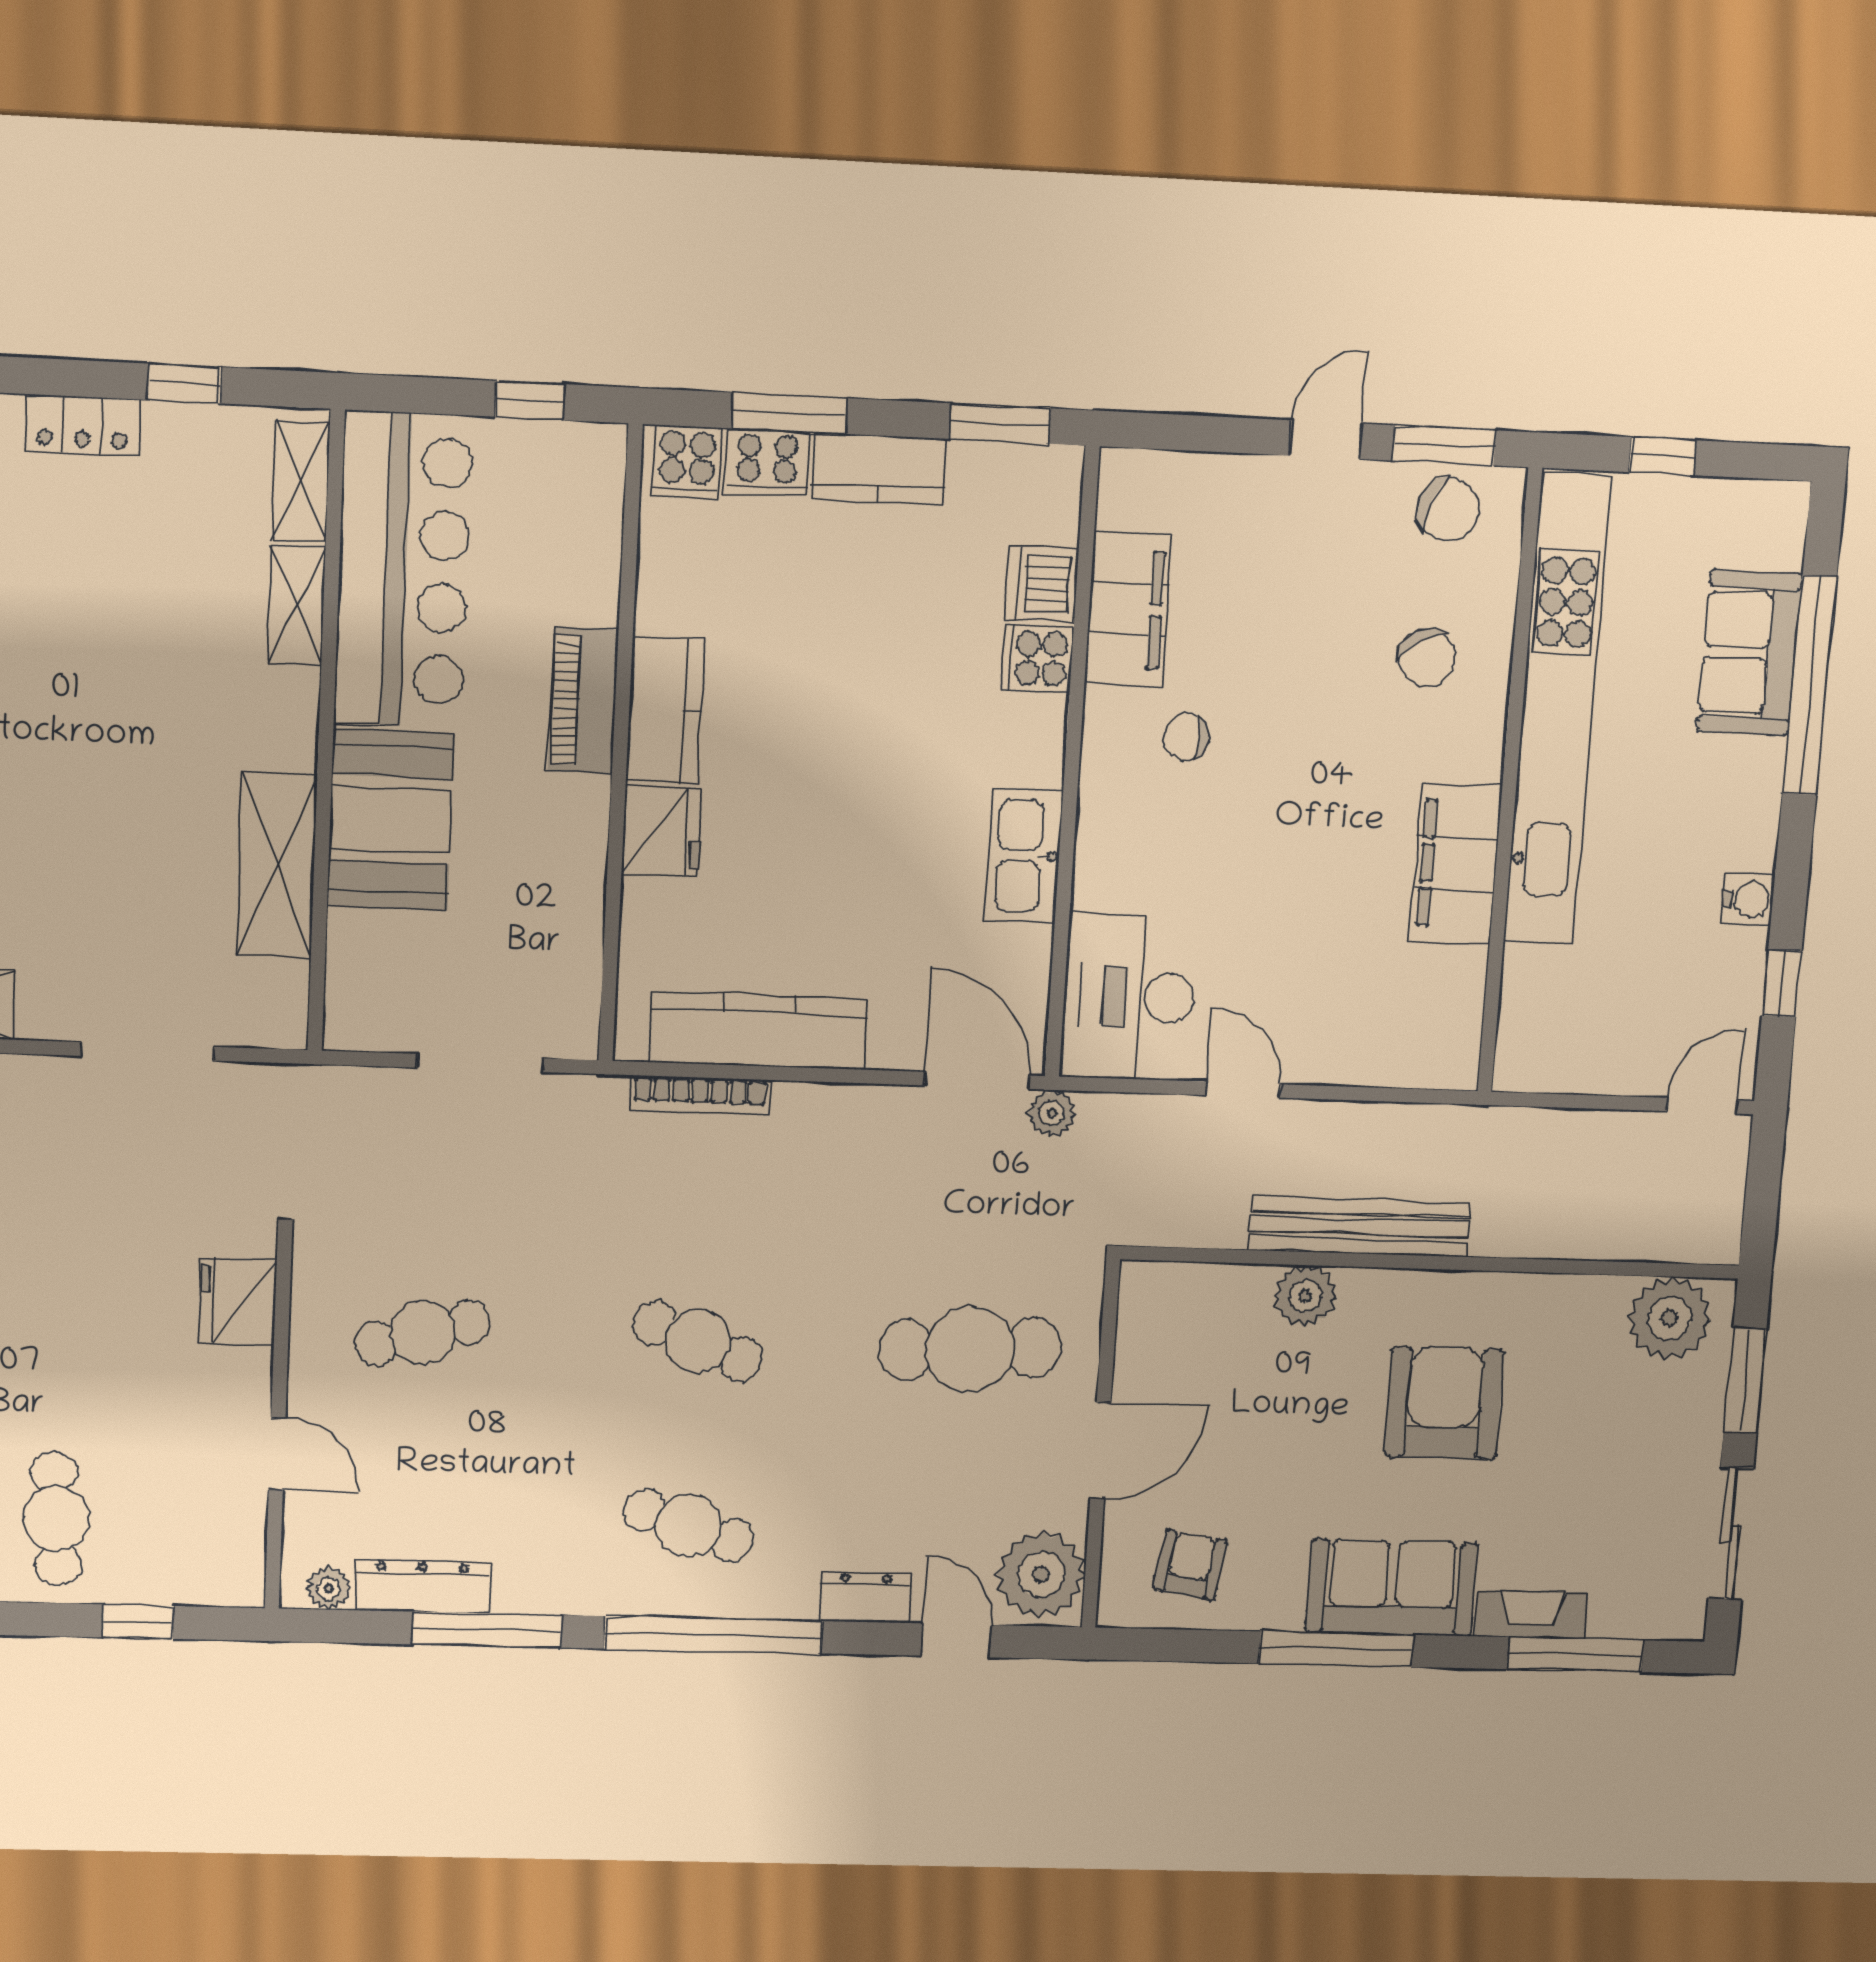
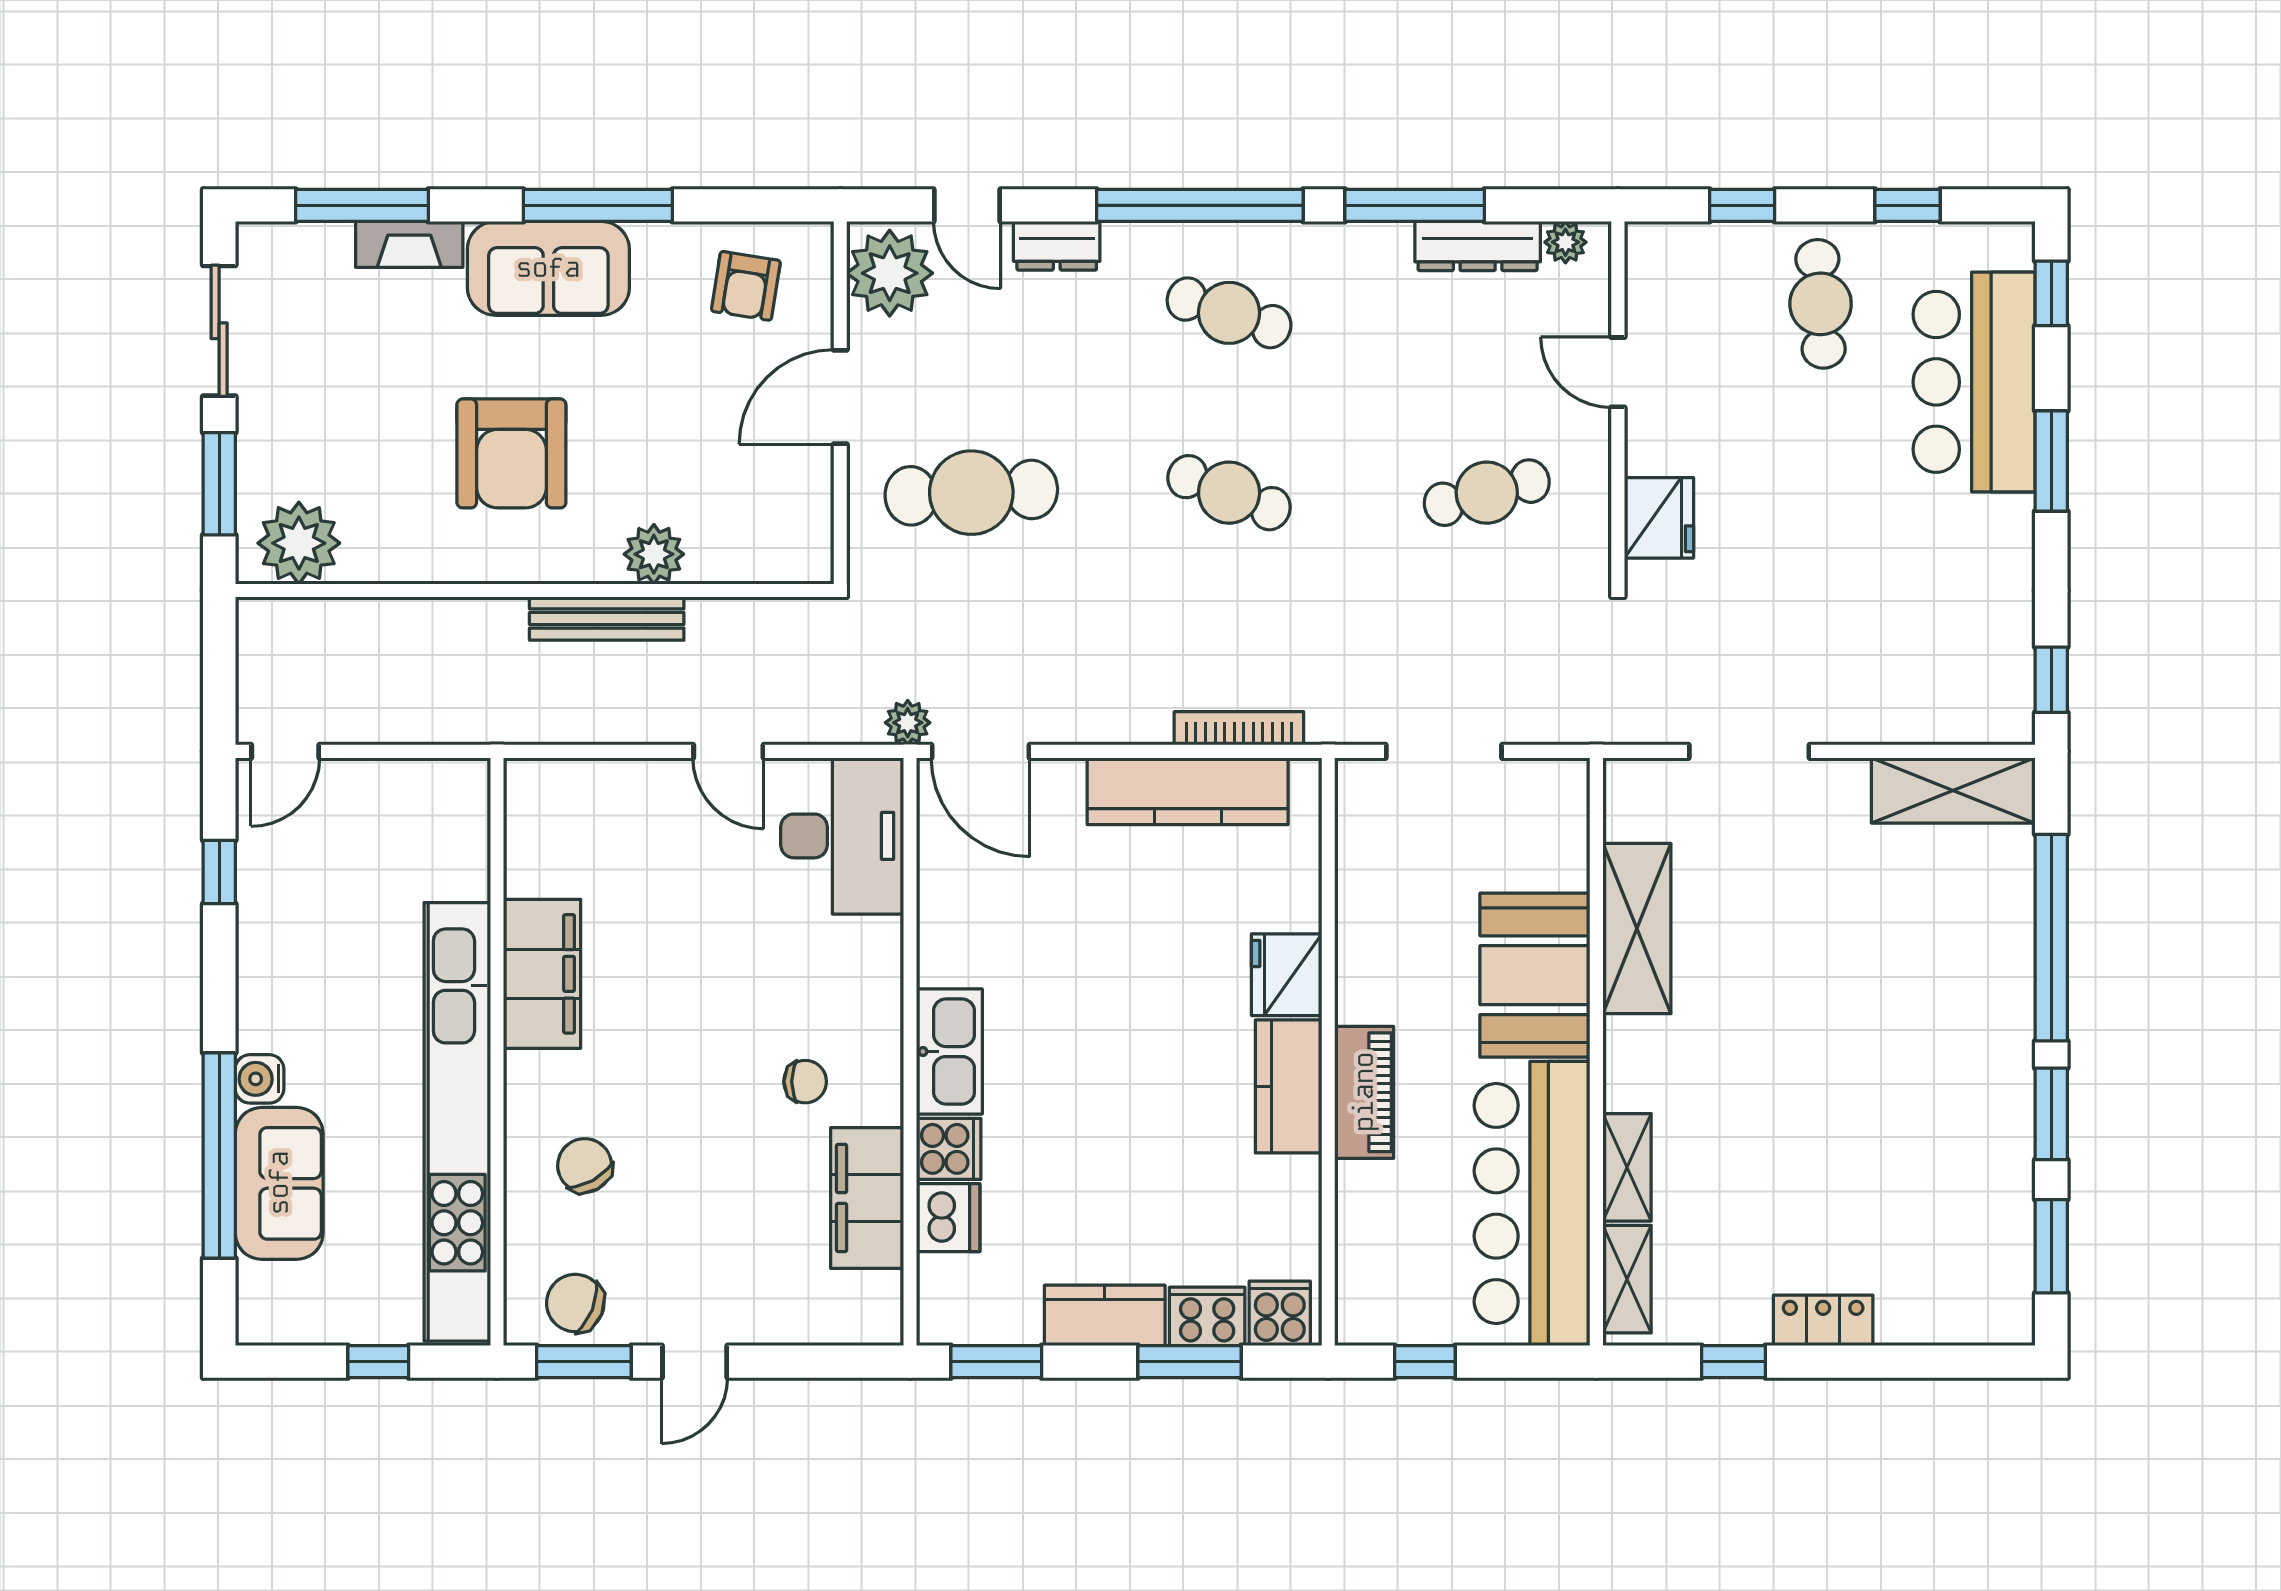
kitchen sink: (1024, 855) -> (949, 1052), moved
water cooler: (1748, 900) -> (260, 1079), moved
bench: (1360, 1227) -> (607, 619), width x0.73, depth x0.82

